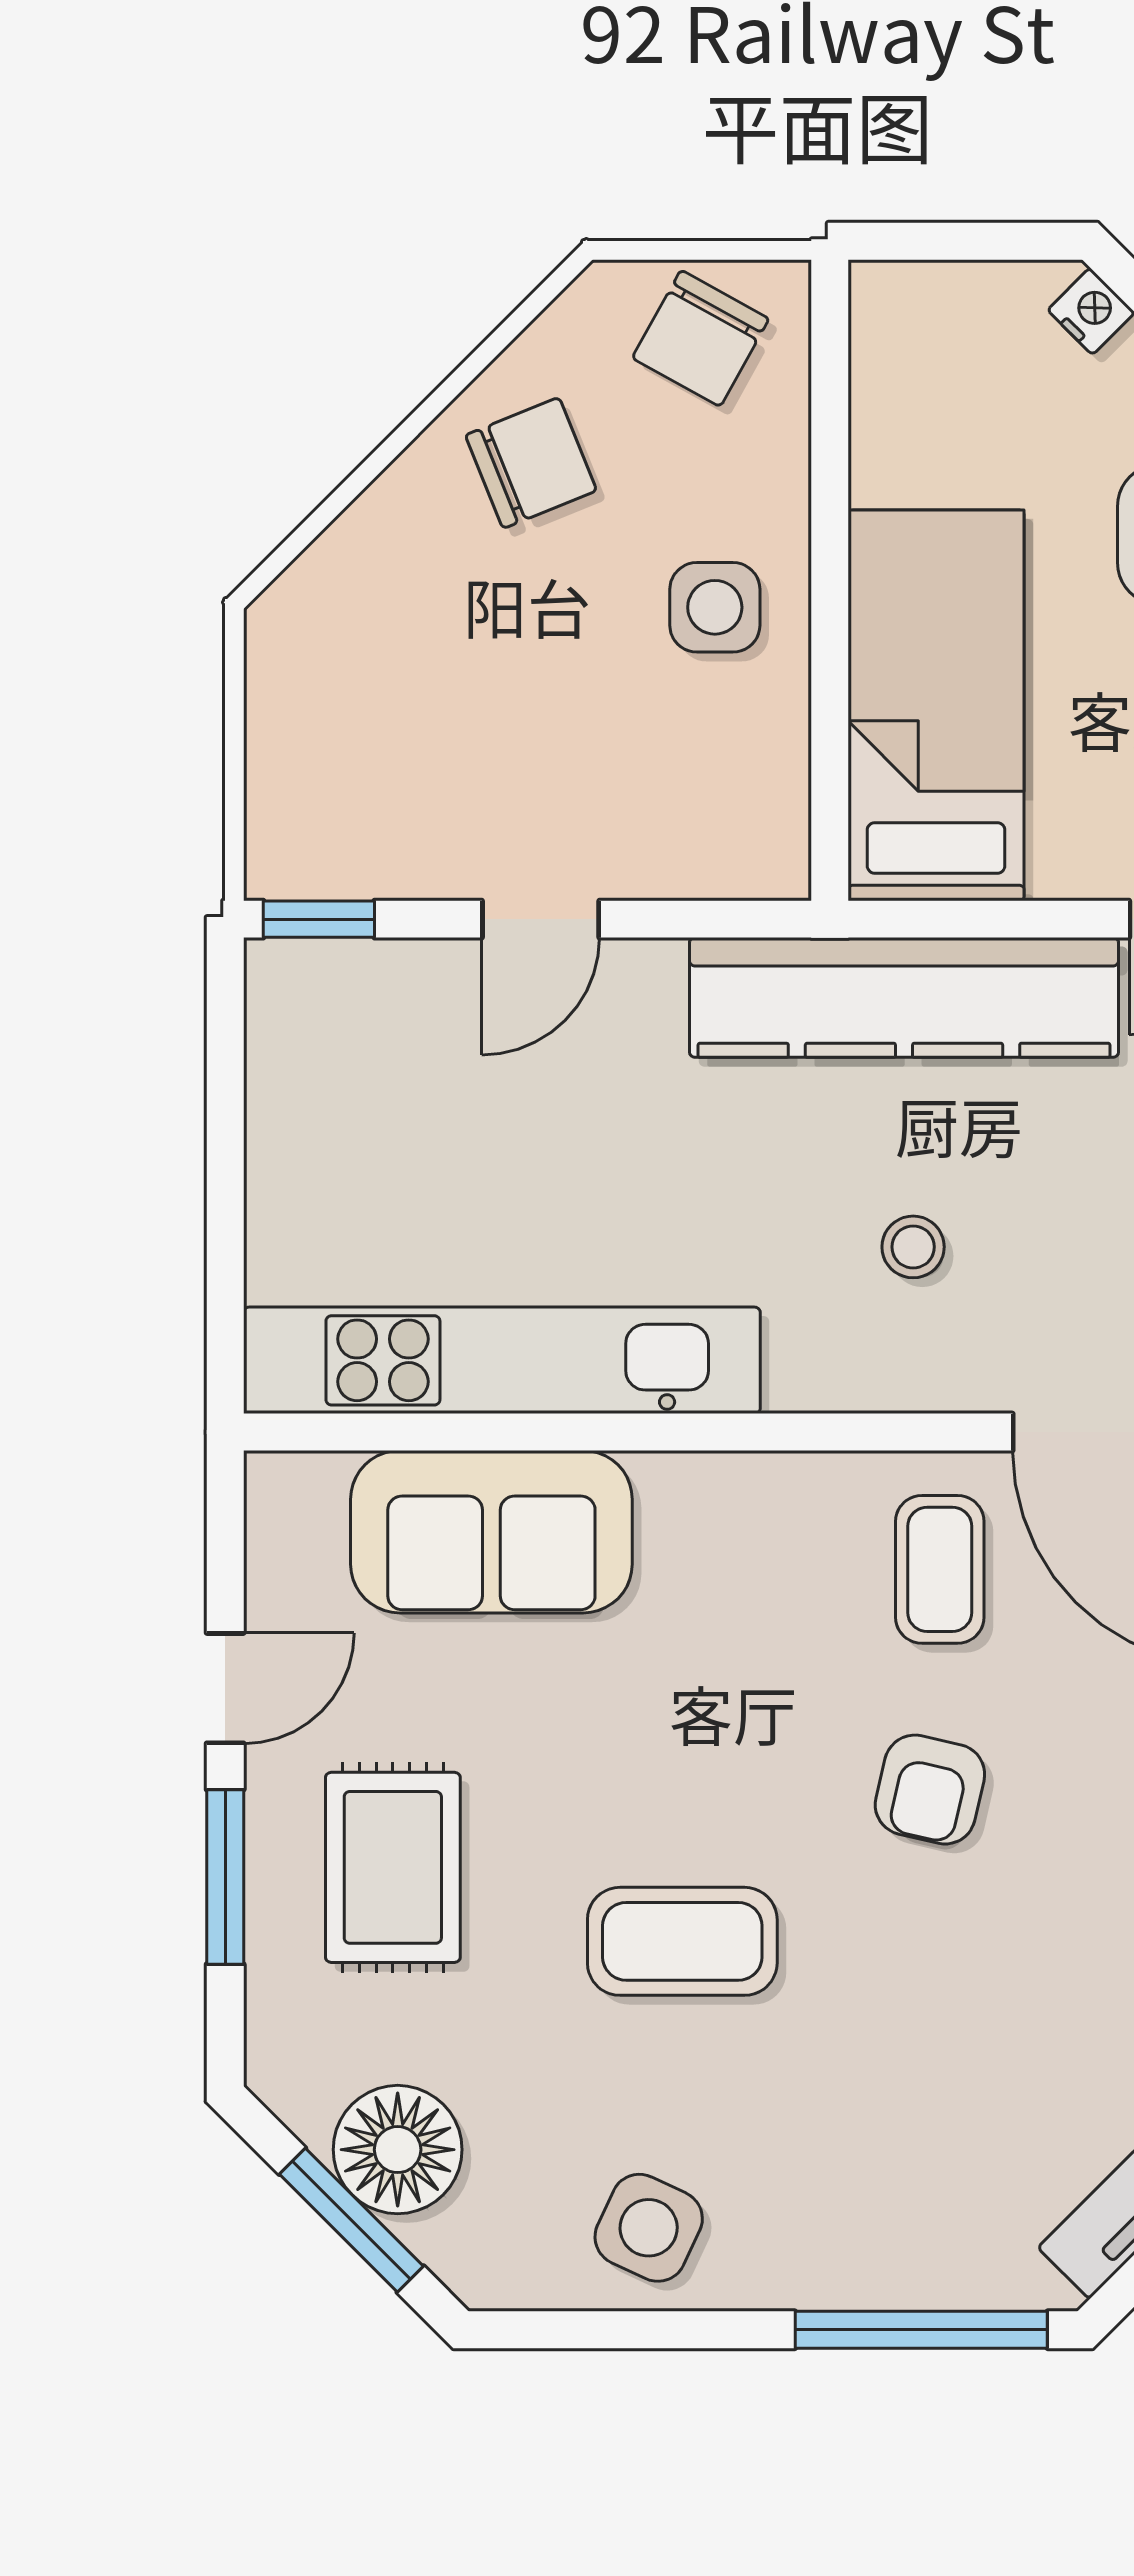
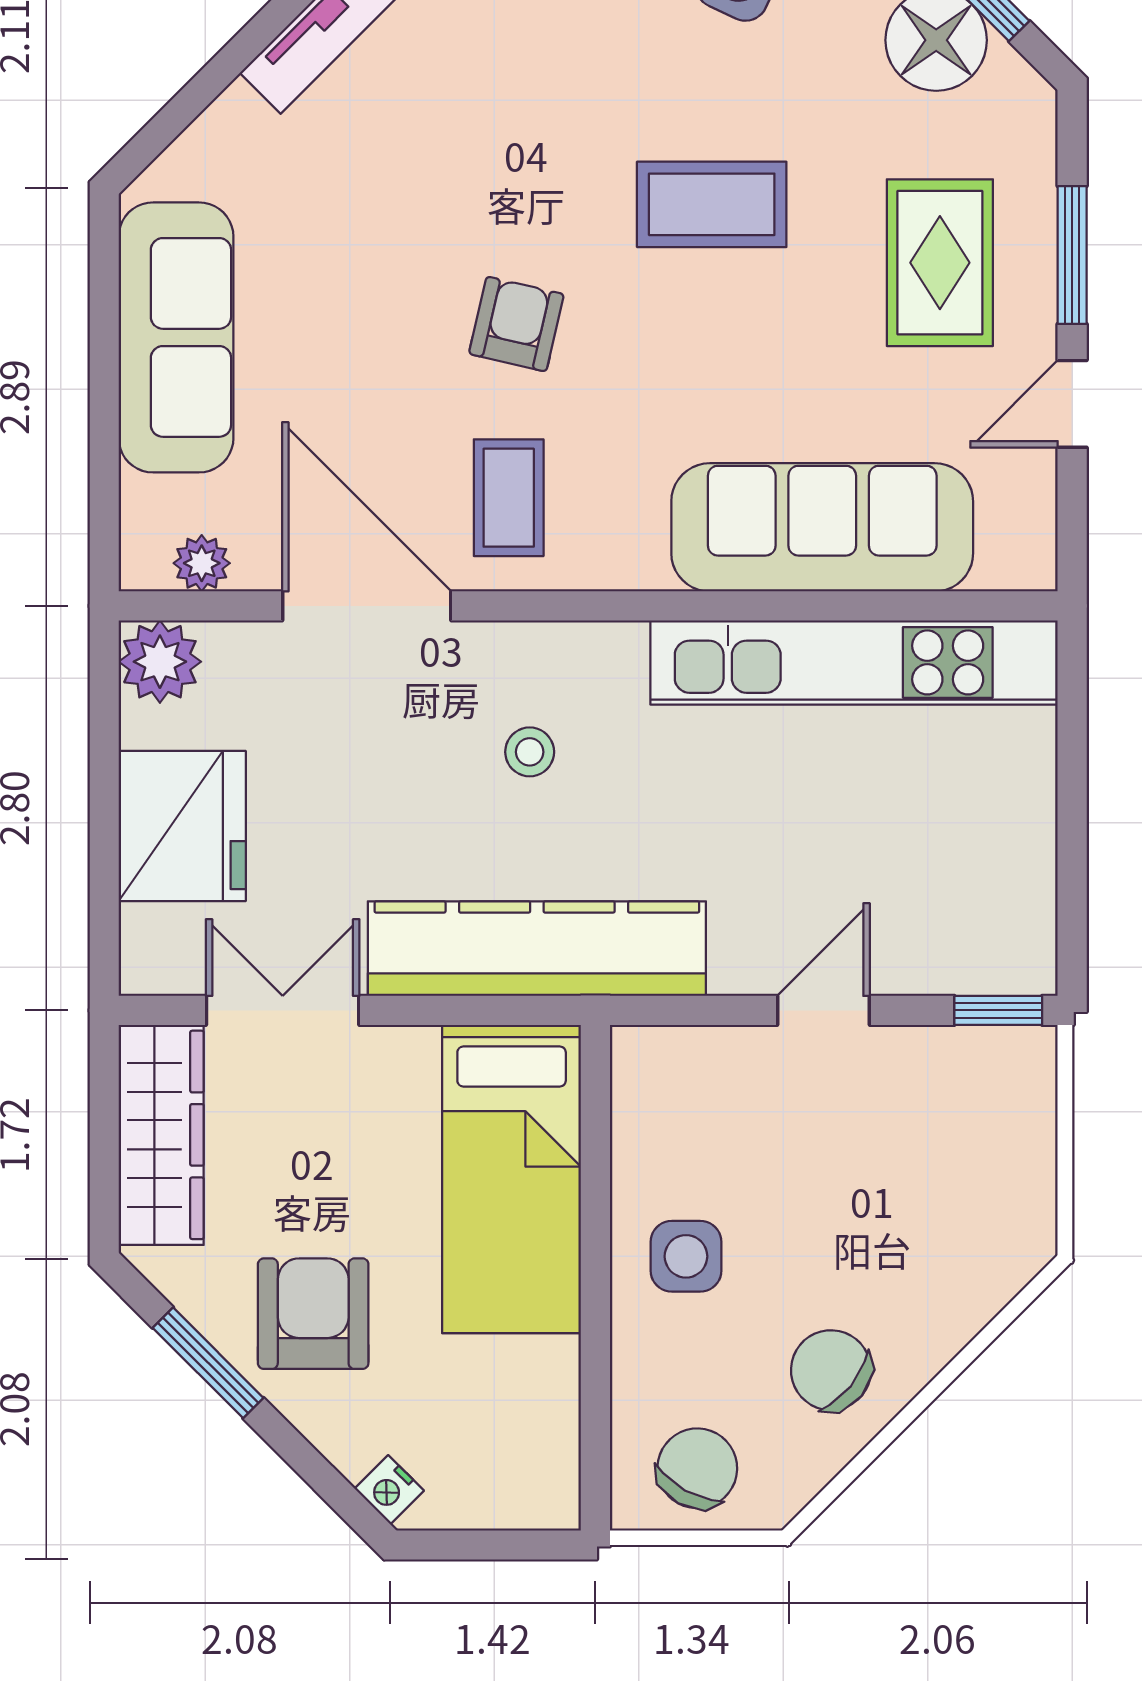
chair: (531, 463) -> (831, 1370), turned 61
sofa: (491, 1532) -> (822, 527), width x1.36

